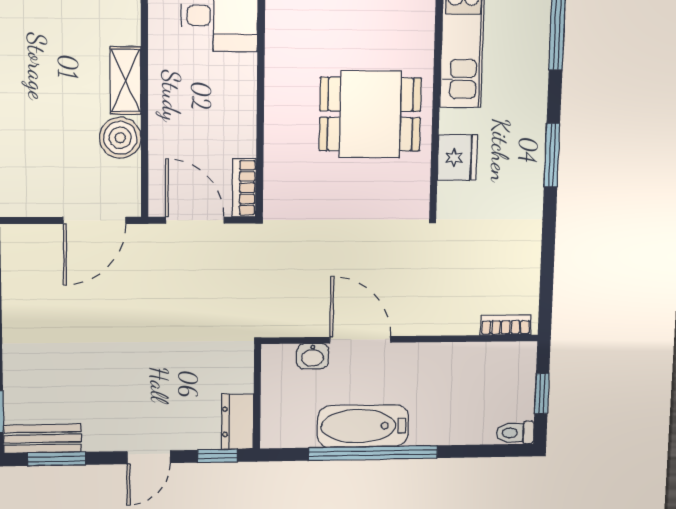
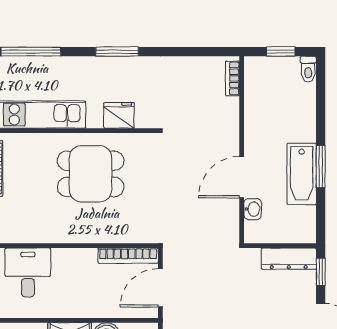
dining table: (370, 114) -> (91, 174), turned 90
bookcase: (244, 188) -> (128, 256), width x1.56
dresser: (238, 422) -> (289, 259), width x1.44
window: (373, 453) -> (321, 167), width x0.47

